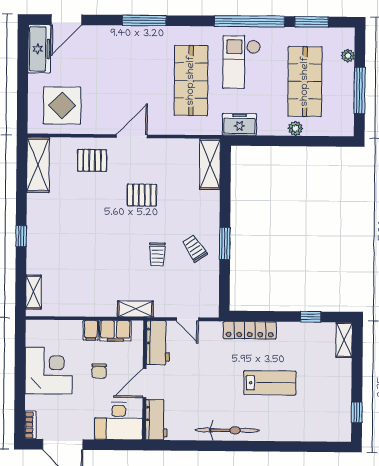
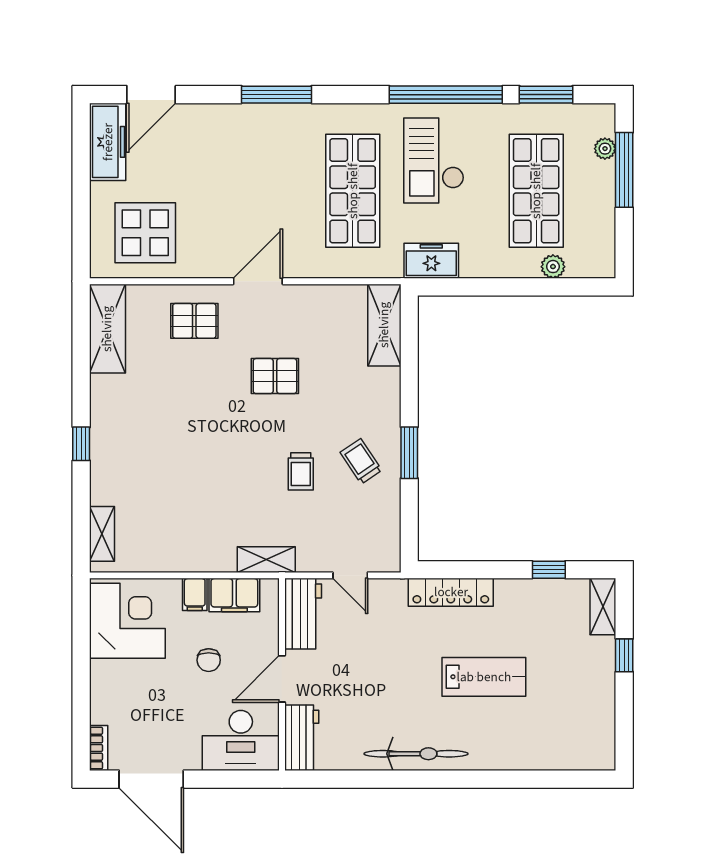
window: (359, 90) -> (624, 170), moved
plant: (295, 128) -> (553, 267), moved
corner desk: (49, 371) -> (127, 621), moved
window: (357, 412) -> (624, 655), moved

